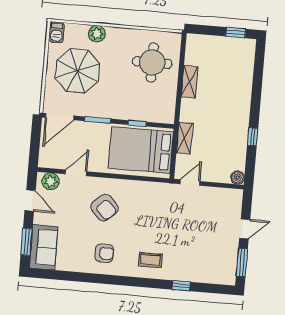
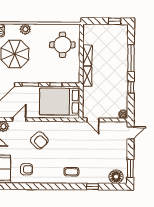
window: (257, 92) -> (131, 58), added
shelving: (185, 138) -> (87, 76), moved
door: (190, 183) -> (93, 120), swing flipped
door: (245, 229) -> (131, 133), moved
armchair: (104, 253) -> (26, 169), moved
floor lamp: (219, 273) -> (116, 177), added

